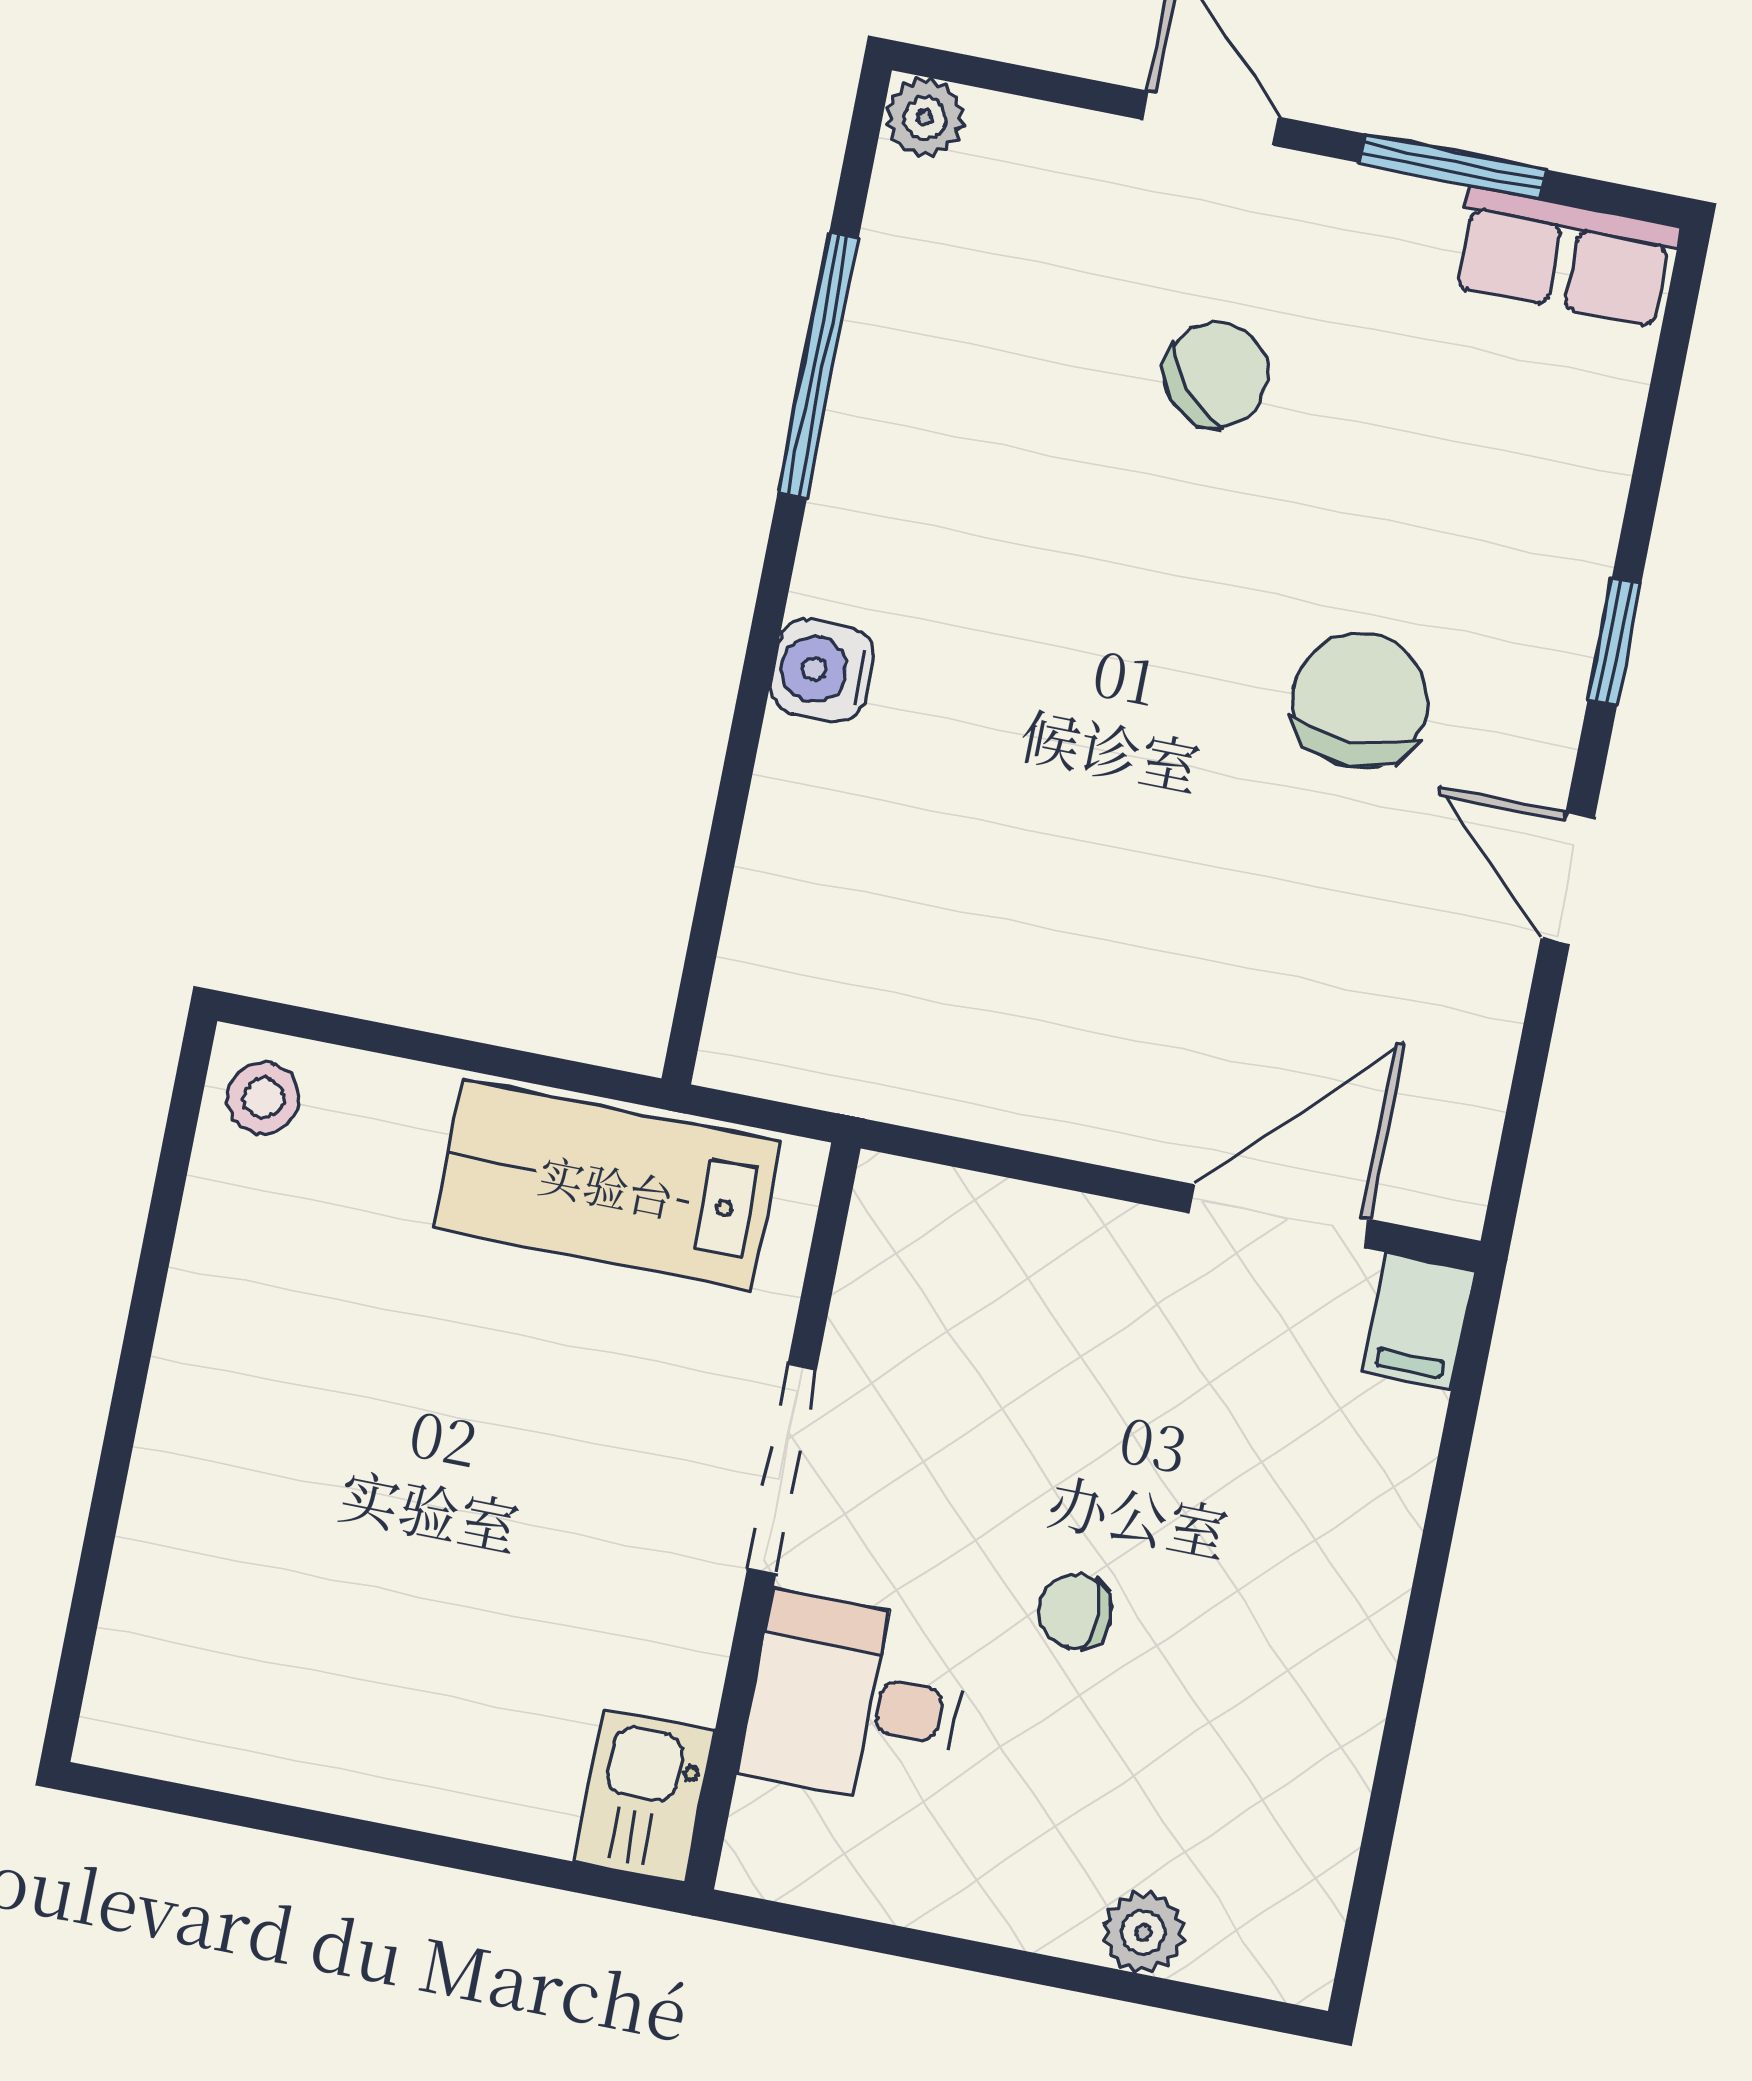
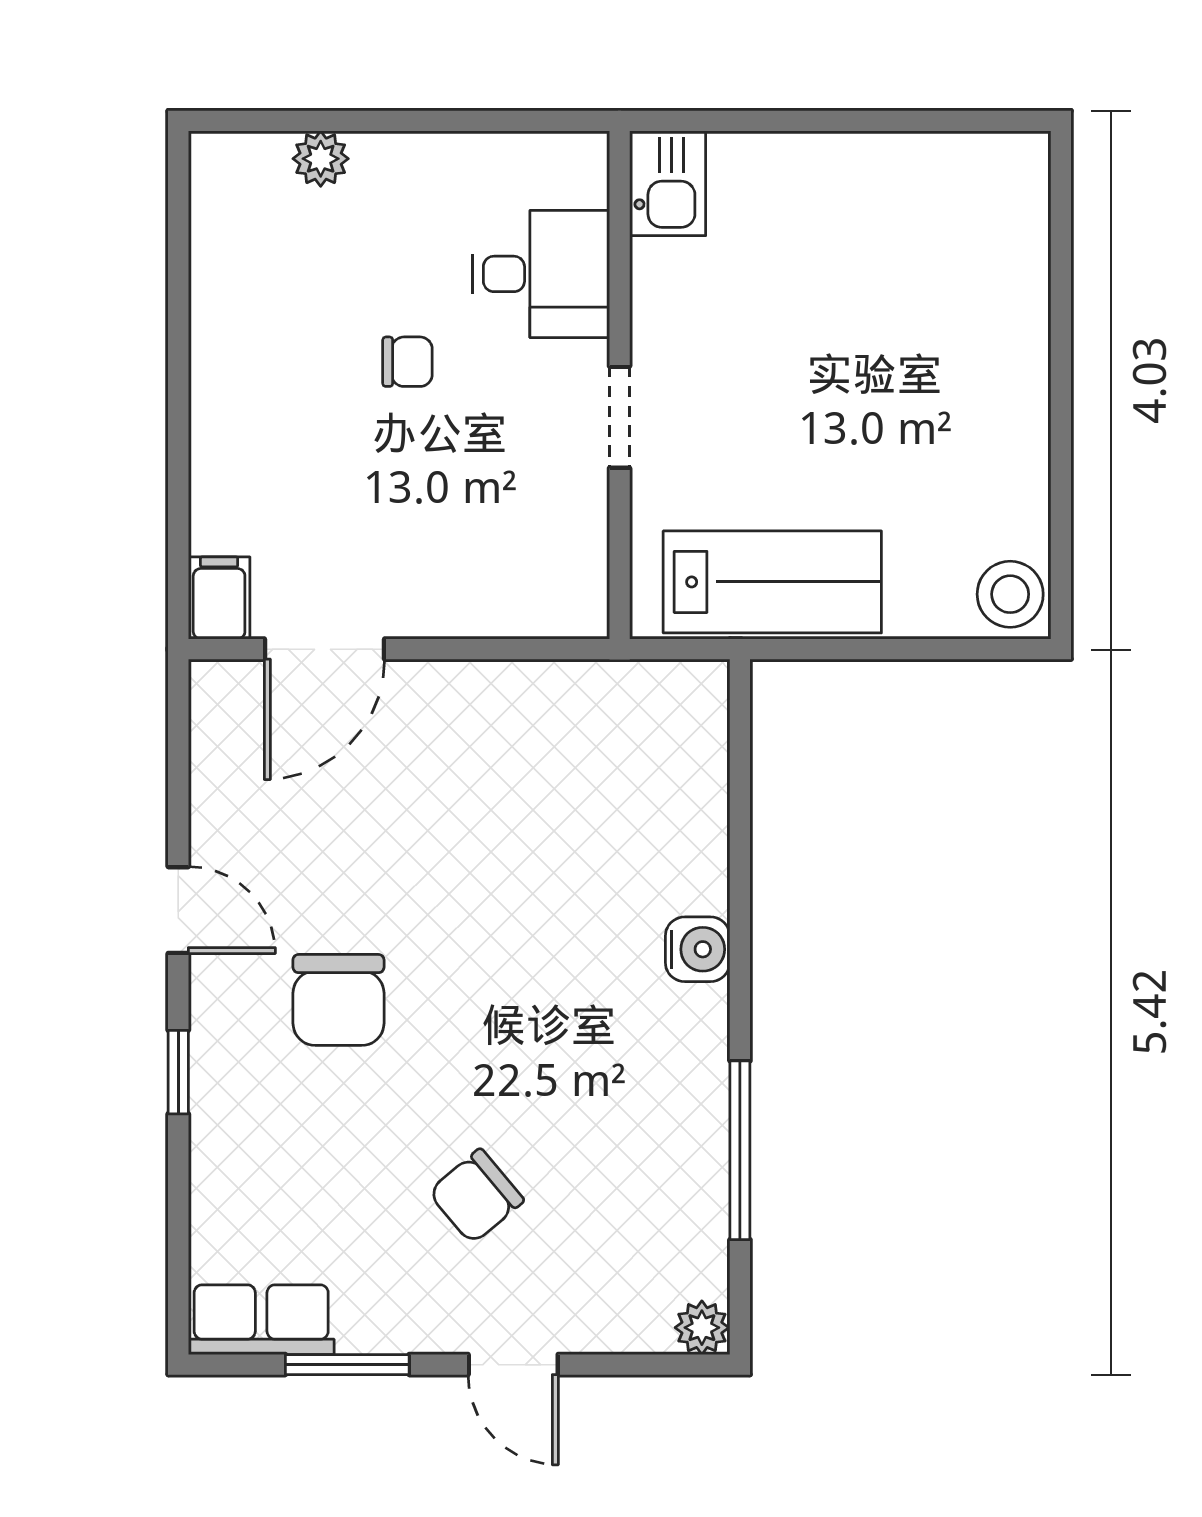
stool: (264, 1098) -> (1010, 594), width x1.37, depth x1.37
doorway: (782, 1469) -> (620, 417), width x0.73

